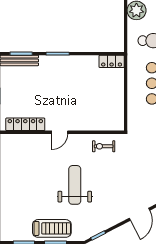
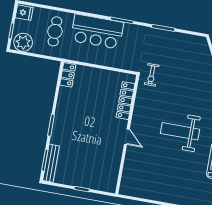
locker: (25, 124) -> (125, 101), moved
exercise bike: (104, 146) -> (152, 75), moved

